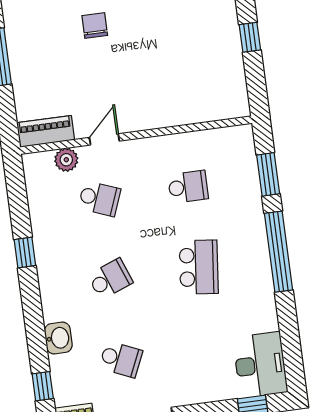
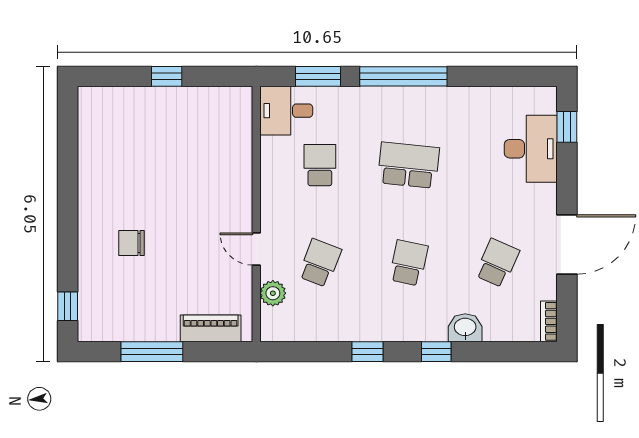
piano: (46, 131) -> (211, 328), moved, turned 90
desk: (233, 150) -> (286, 111), added
school desk: (110, 279) -> (409, 263), turned 33
desk: (260, 365) -> (531, 149), moved, turned 90
window: (43, 386) -> (436, 352), moved

